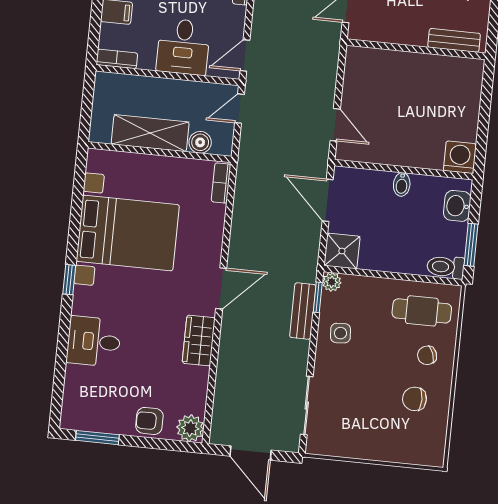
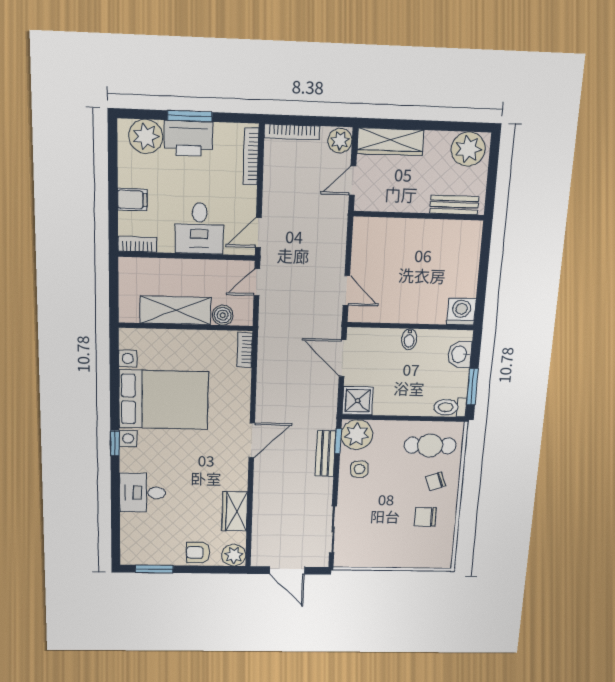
plant: (332, 282) -> (357, 435), width x1.88, depth x1.88
wardrobe: (199, 341) -> (235, 511), moved

